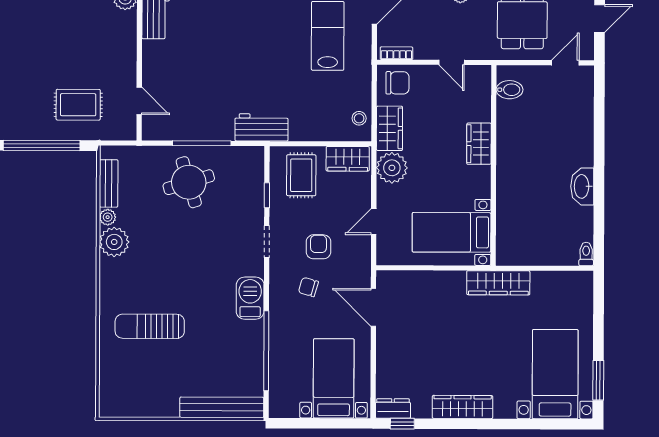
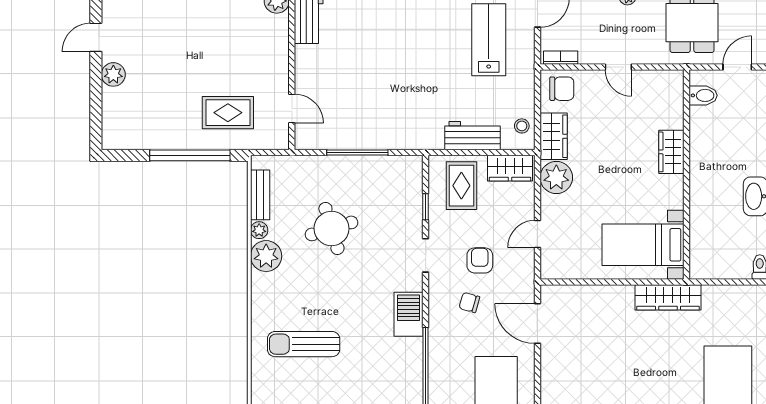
bidet: (510, 90) -> (703, 95), moved
workbench: (262, 127) -> (472, 136), moved
wardrobe: (479, 144) -> (671, 152), moved
wall: (493, 165) -> (687, 175), moved
round table: (189, 182) -> (331, 228), moved
bed with nightstands: (452, 232) -> (643, 245), moved

